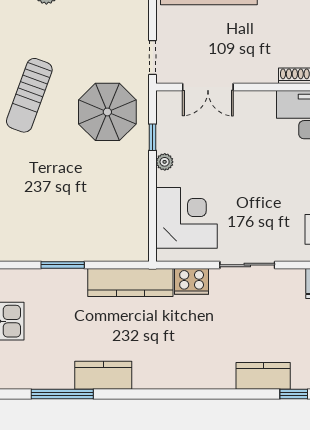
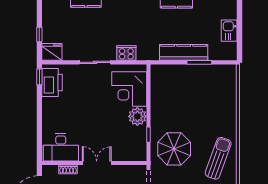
double door: (208, 87) -> (97, 163), moved
plant: (165, 162) -> (137, 116), width x1.88, depth x1.88
kitchen counter: (130, 283) -> (184, 52), moved

